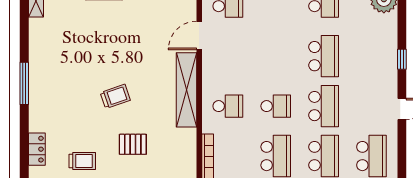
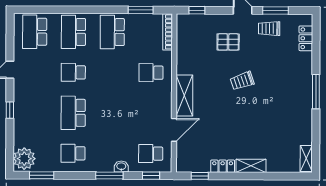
shelving: (186, 90) -> (184, 96), width x0.68
school desk: (276, 106) -> (112, 73), removed
school desk: (324, 106) -> (73, 72), width x0.54

